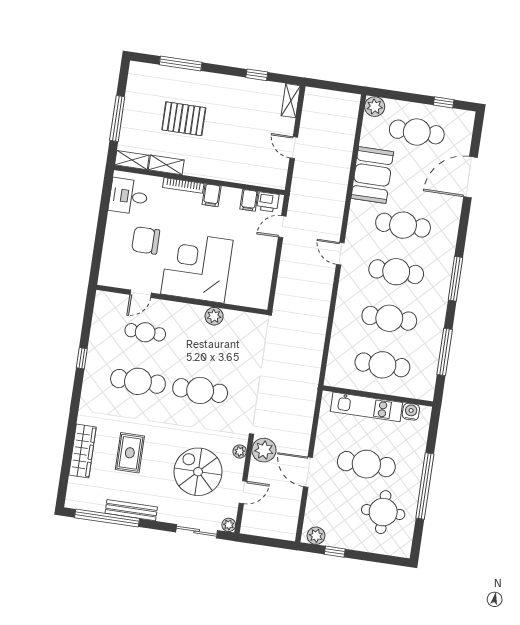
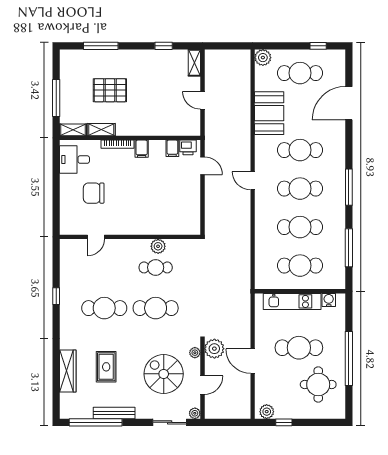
door: (282, 227) -> (202, 166), swing flipped
corner desk: (197, 267) -> (138, 209), removed
cafe table: (145, 332) -> (156, 267), moved

